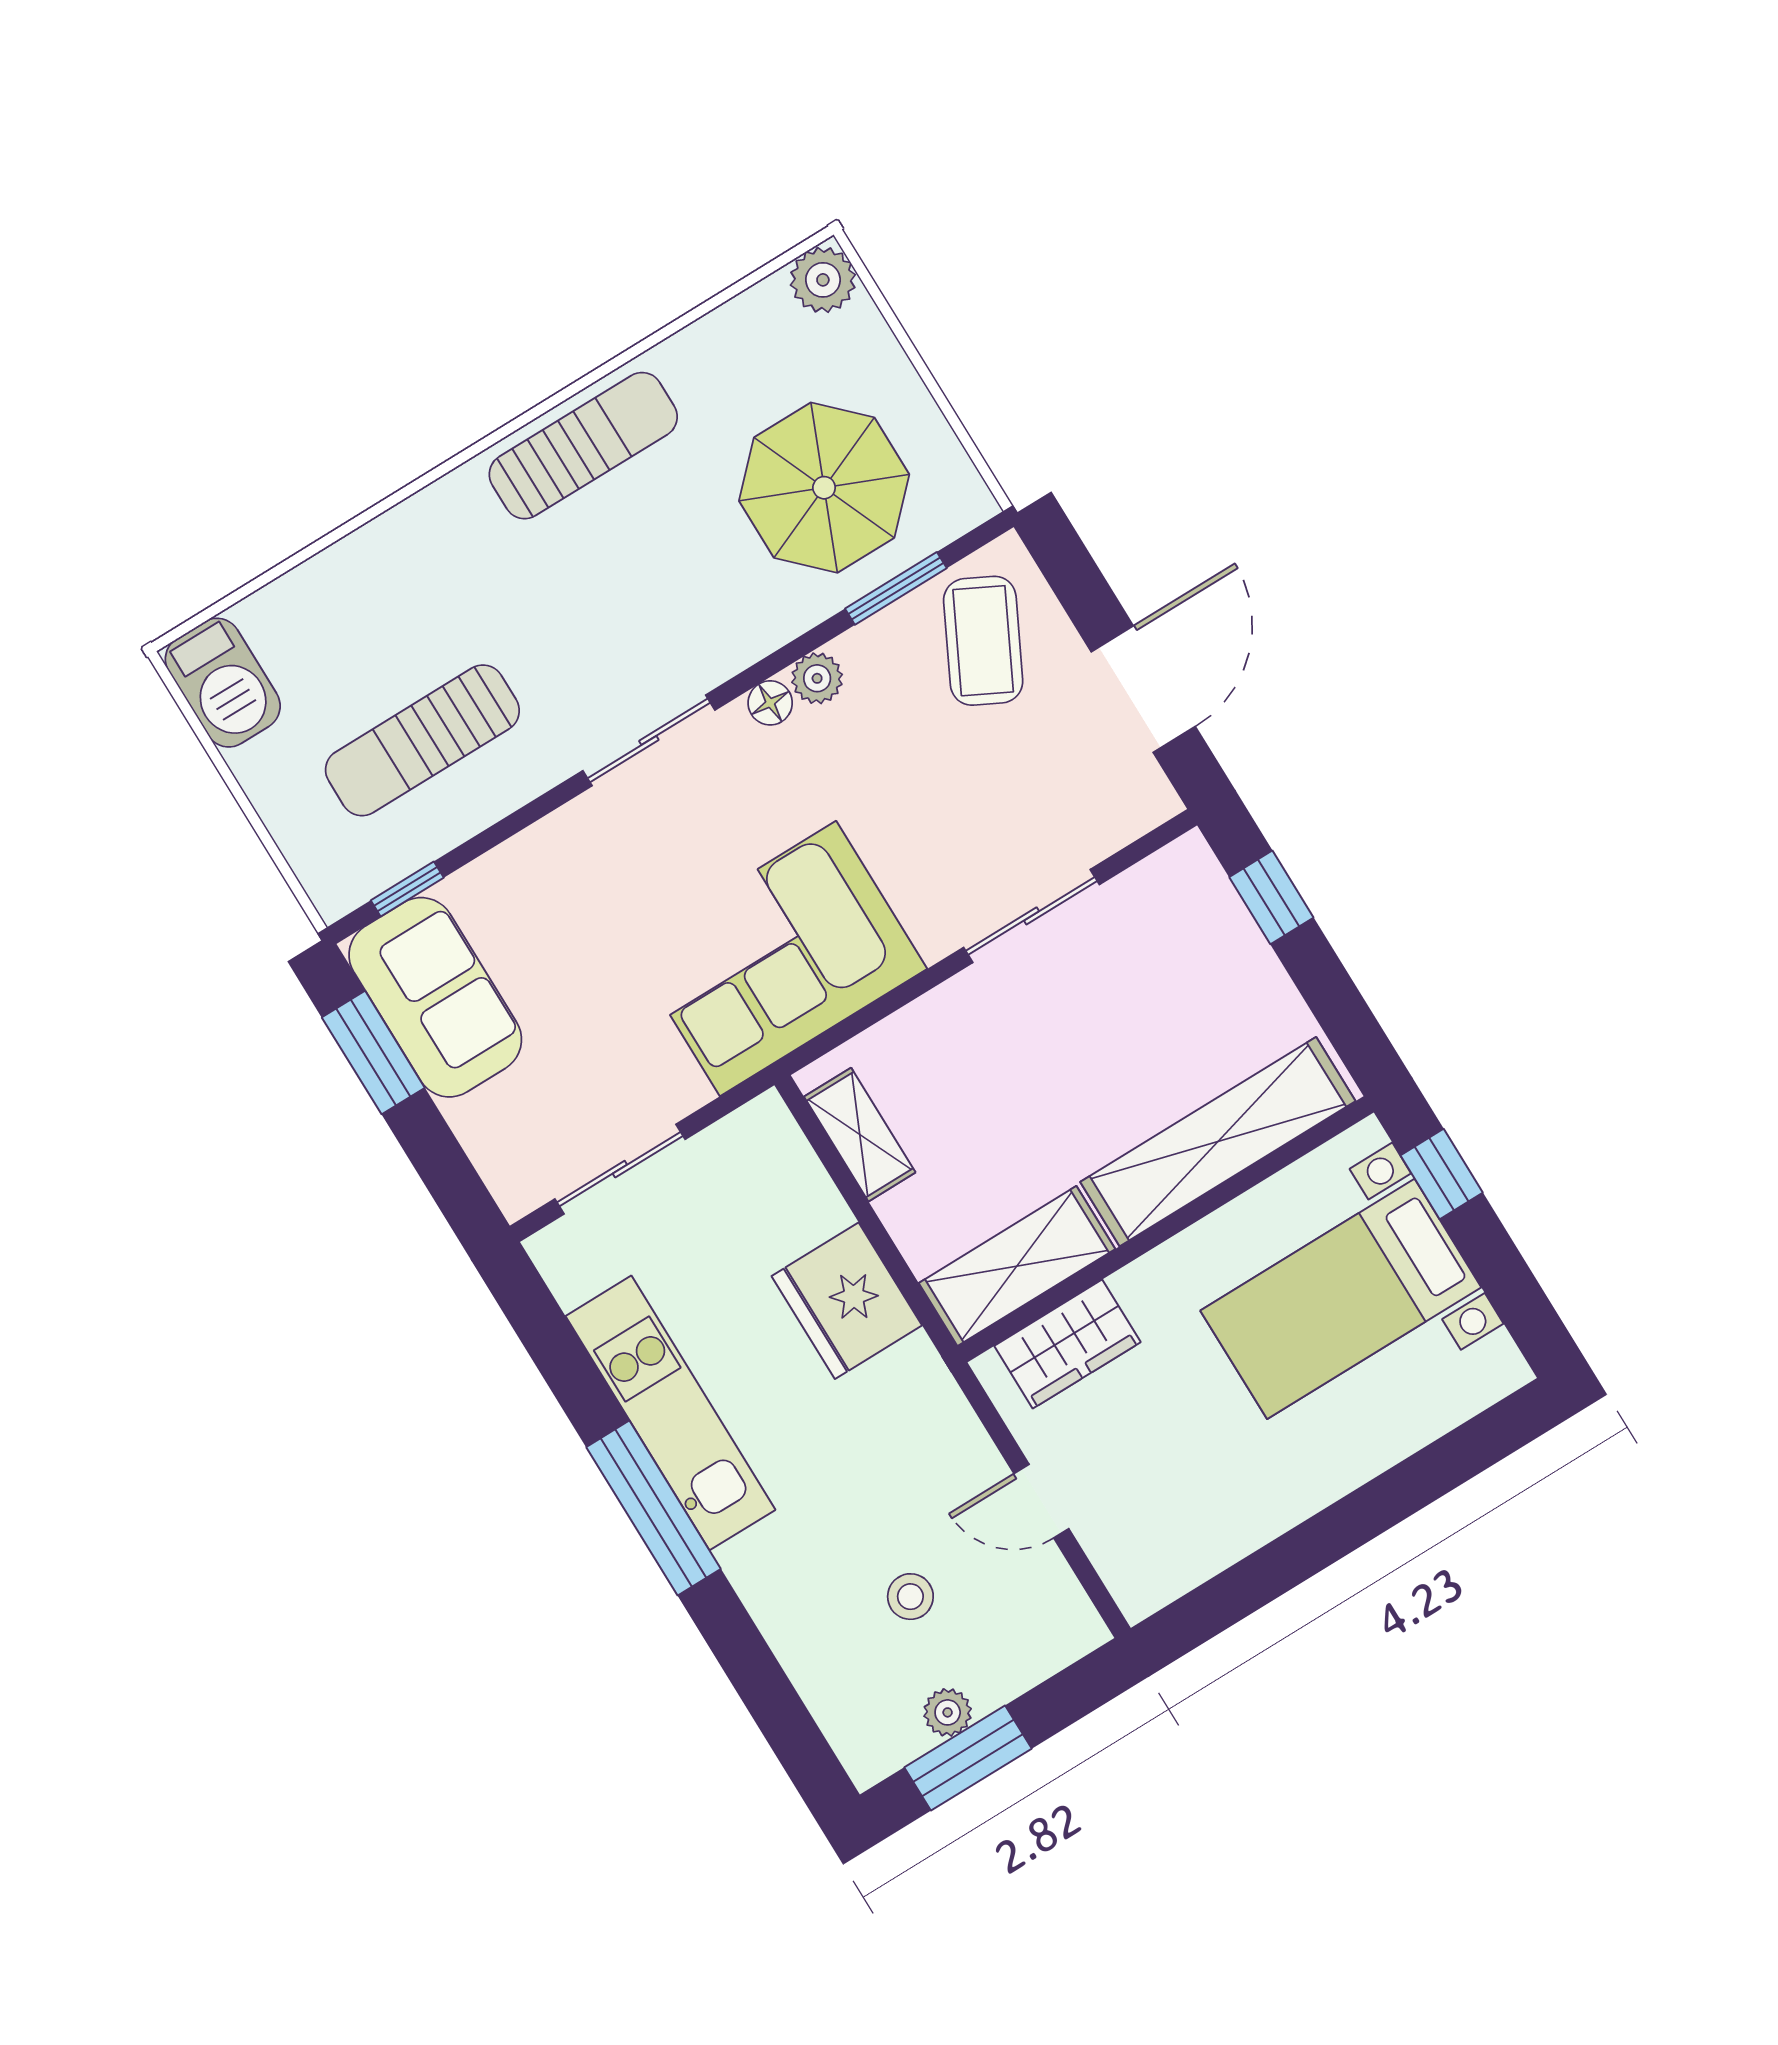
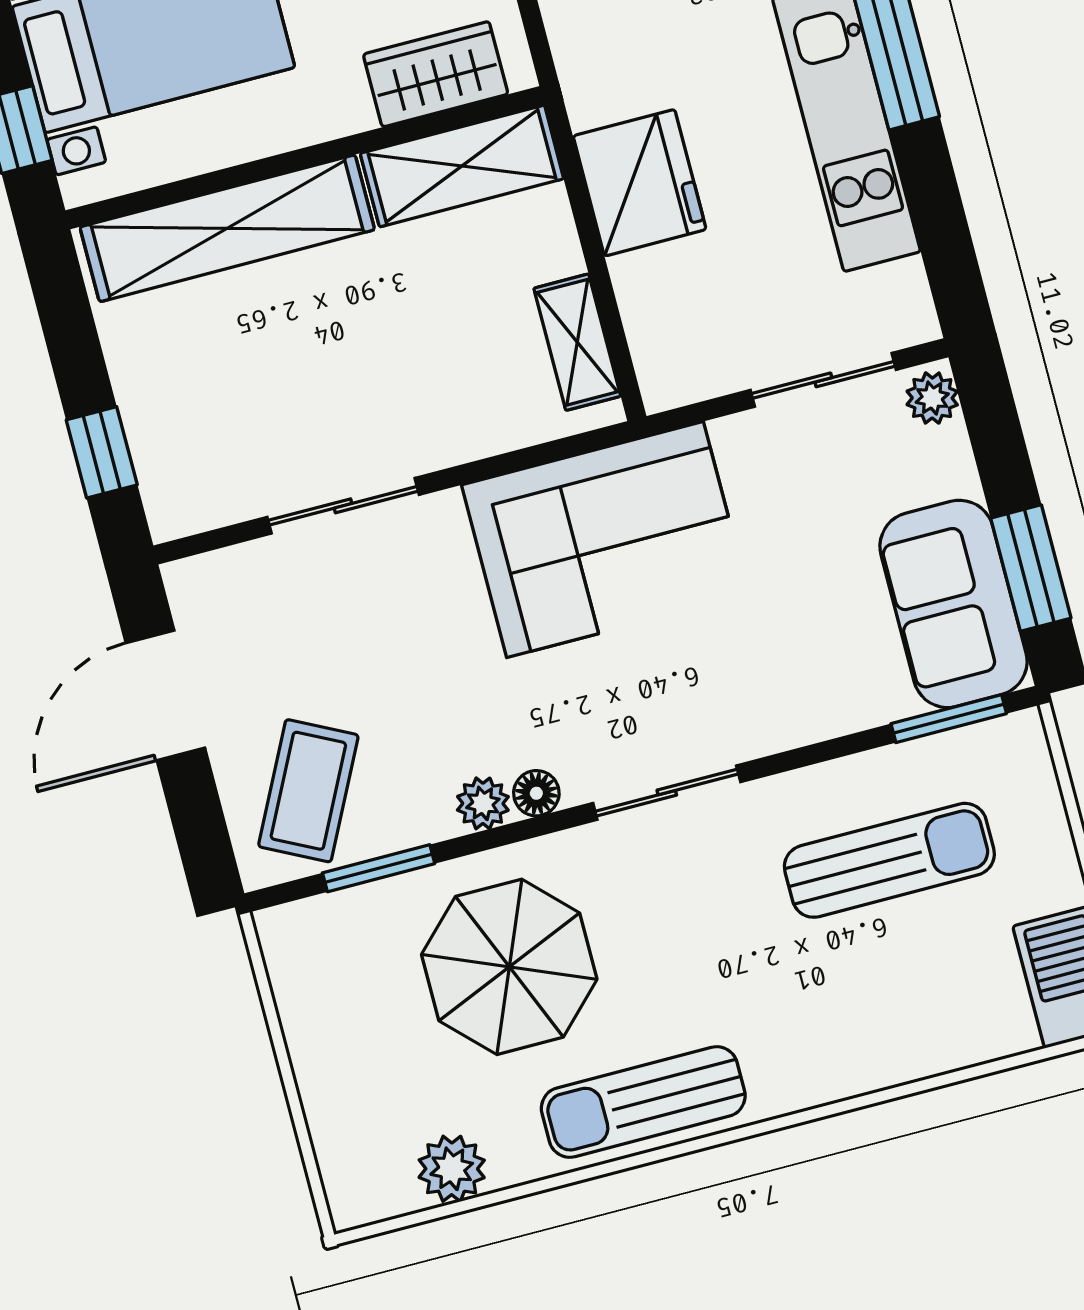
plant: (823, 280) -> (452, 1169), moved
parasol: (824, 488) -> (509, 967), moved
window: (407, 889) -> (949, 719), width x1.50
plant: (513, 1183) -> (932, 398), added

